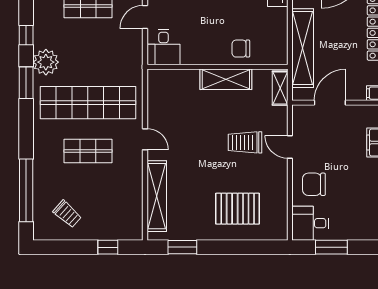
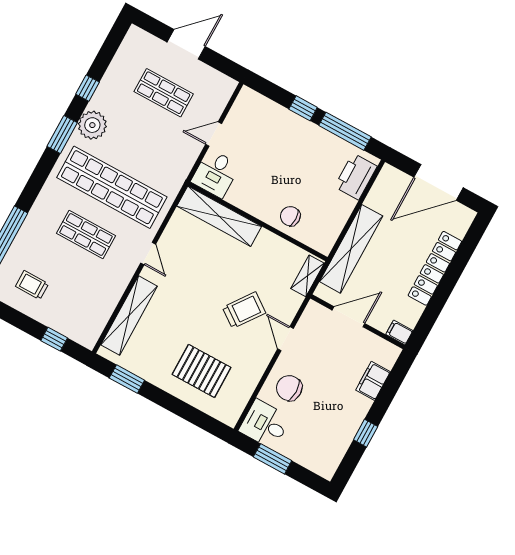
shelving: (226, 79) -> (219, 216), moved, width x1.47
trolley: (245, 142) -> (244, 310), turned 126
trolley: (67, 214) -> (32, 285), turned 138

